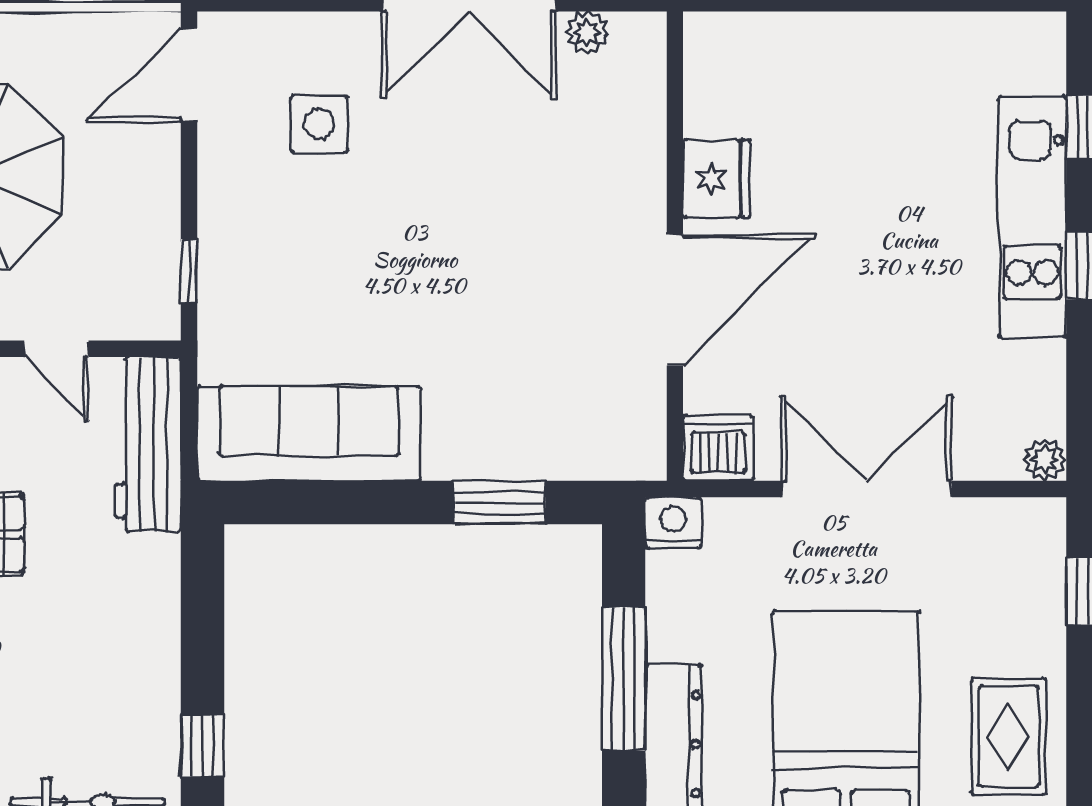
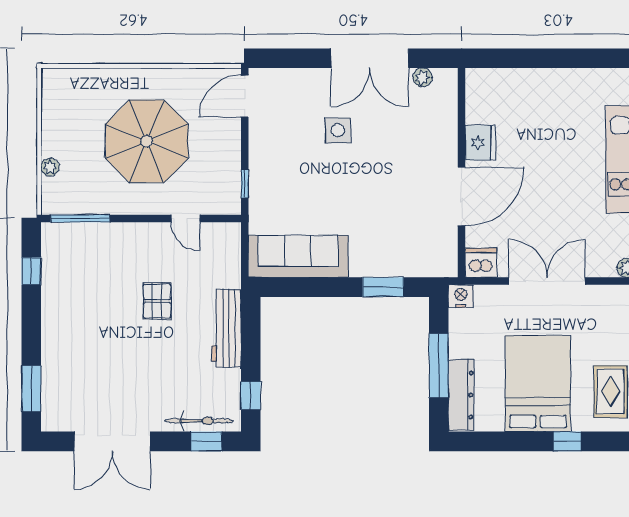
side table: (319, 124) -> (338, 130), moved
workbench: (148, 444) -> (226, 328), moved

